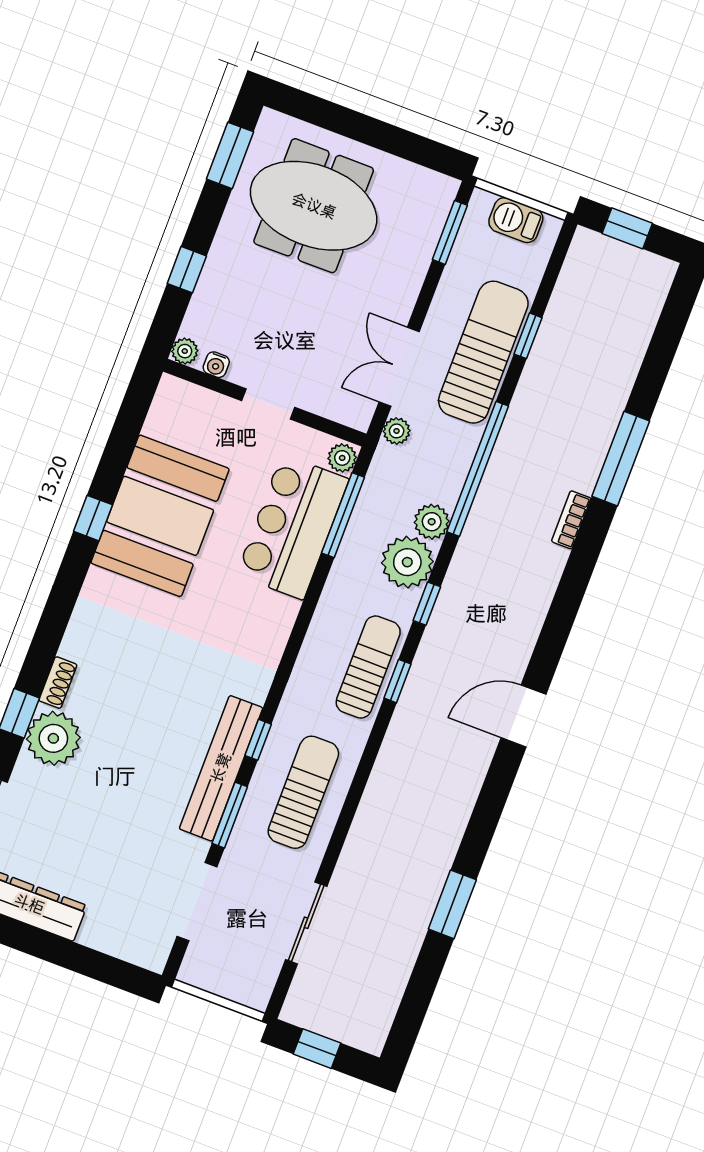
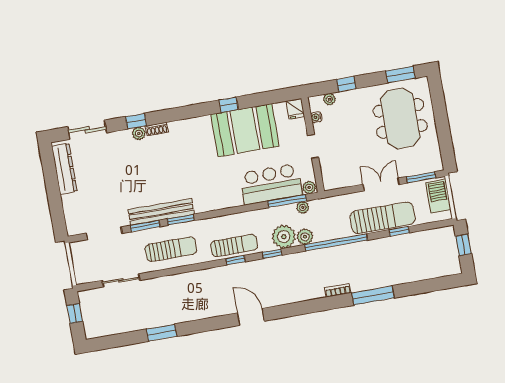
barbecue: (516, 220) -> (438, 196), width x1.38, depth x1.27
plant: (185, 351) -> (329, 99), moved
double door: (399, 367) -> (381, 184), moved
fridge: (176, 395) -> (295, 109), added
plant: (397, 431) -> (303, 207), moved
plant: (53, 738) -> (139, 134), width x0.53, depth x0.53
window: (258, 740) -> (181, 220), width x1.50

